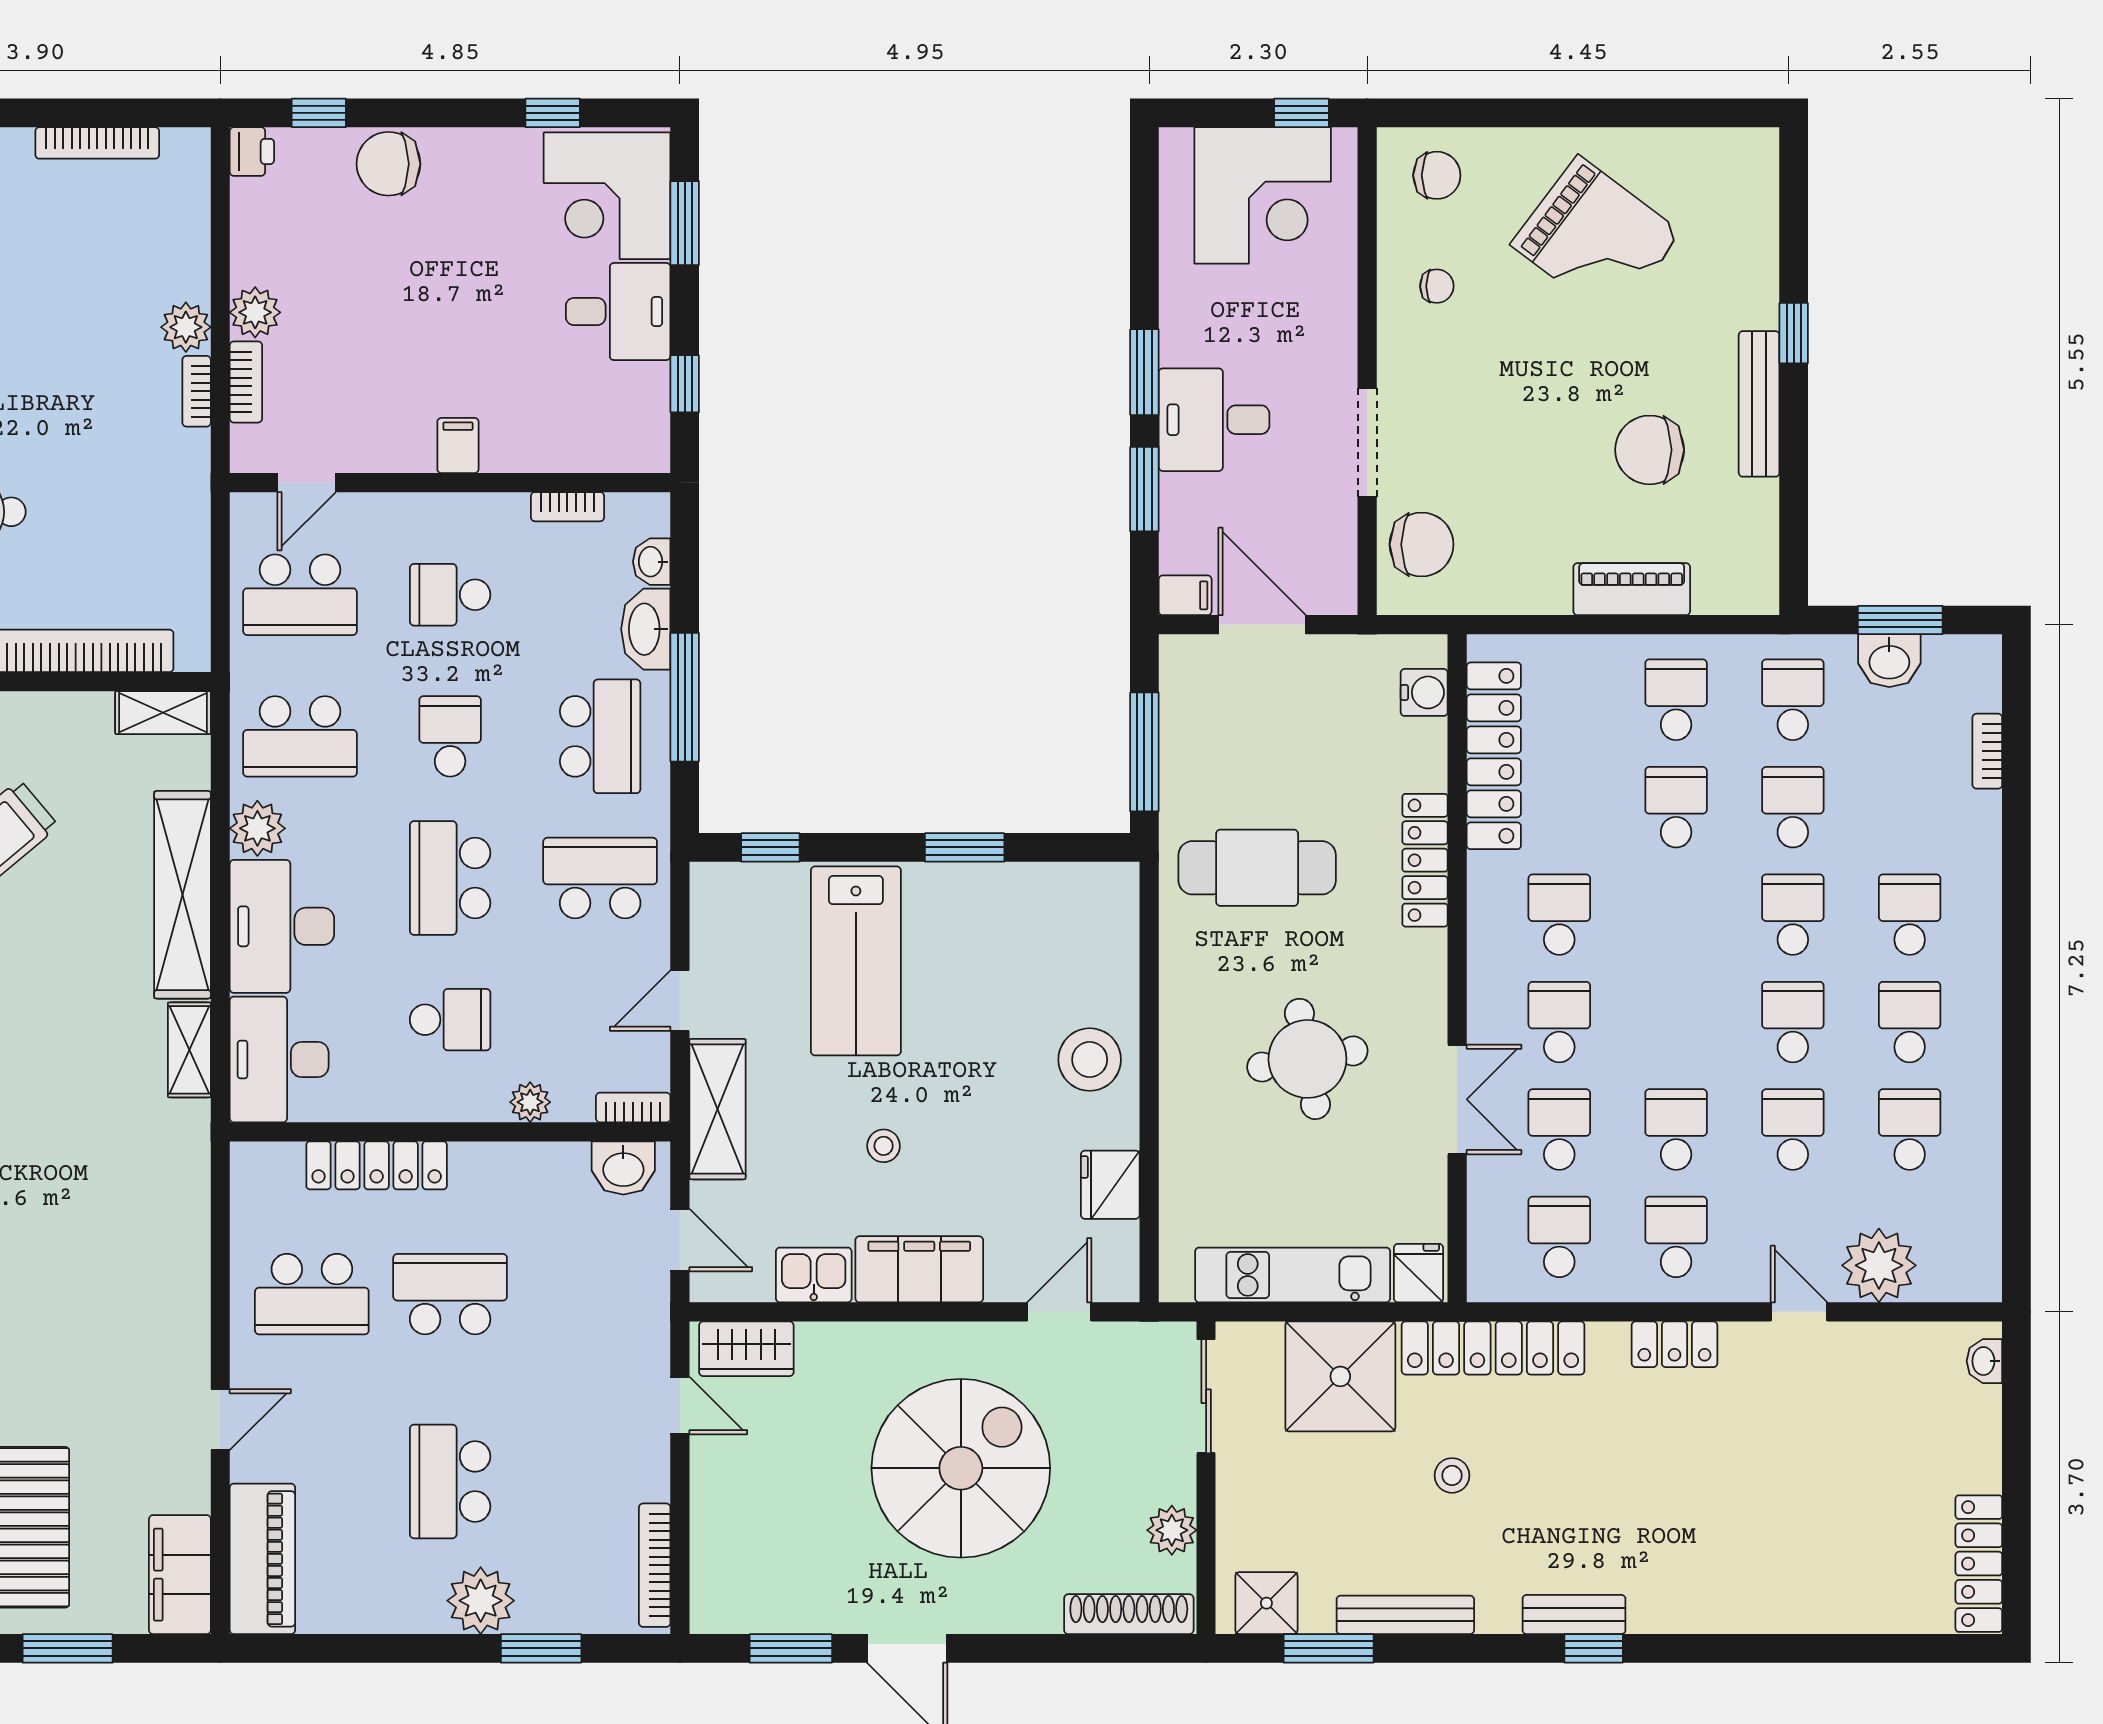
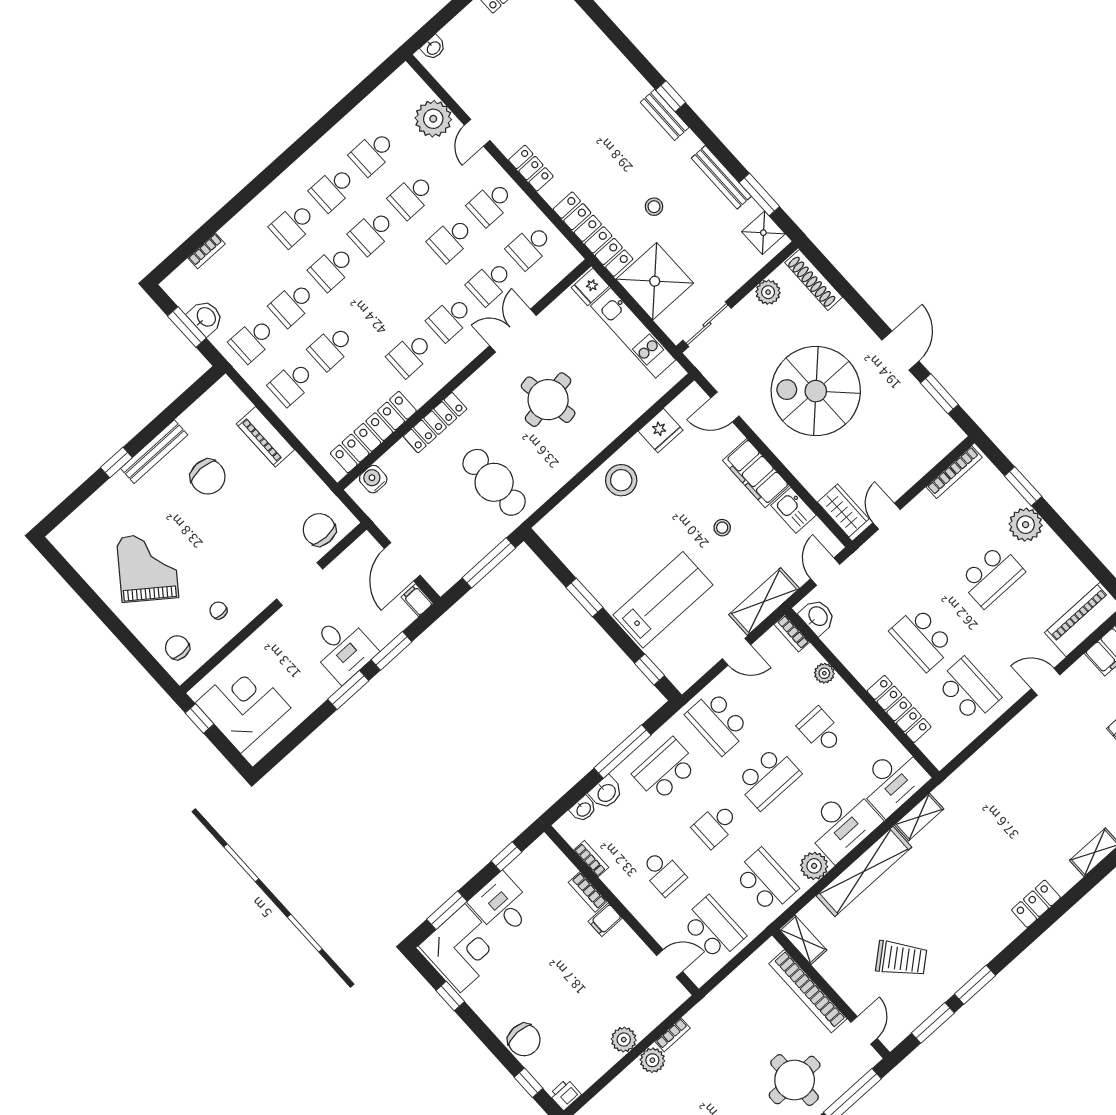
bookcase: (246, 382) -> (588, 892), moved, turned -90
washbasin: (646, 629) -> (606, 792), width x0.72

